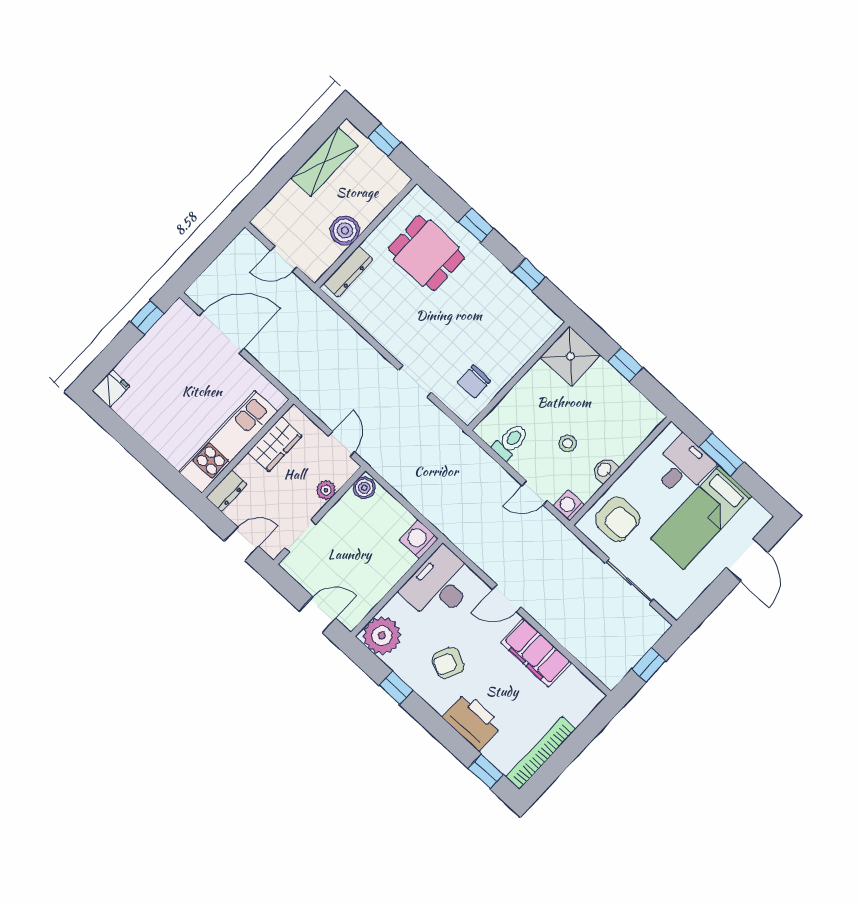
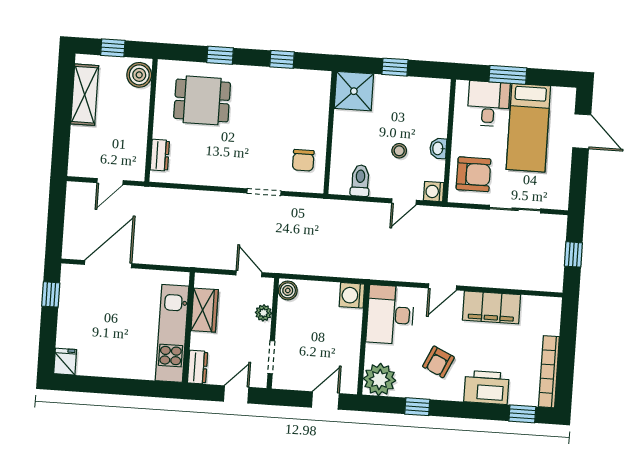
boiler: (345, 231) -> (139, 75), moved
dresser: (348, 272) -> (160, 155), width x0.70

